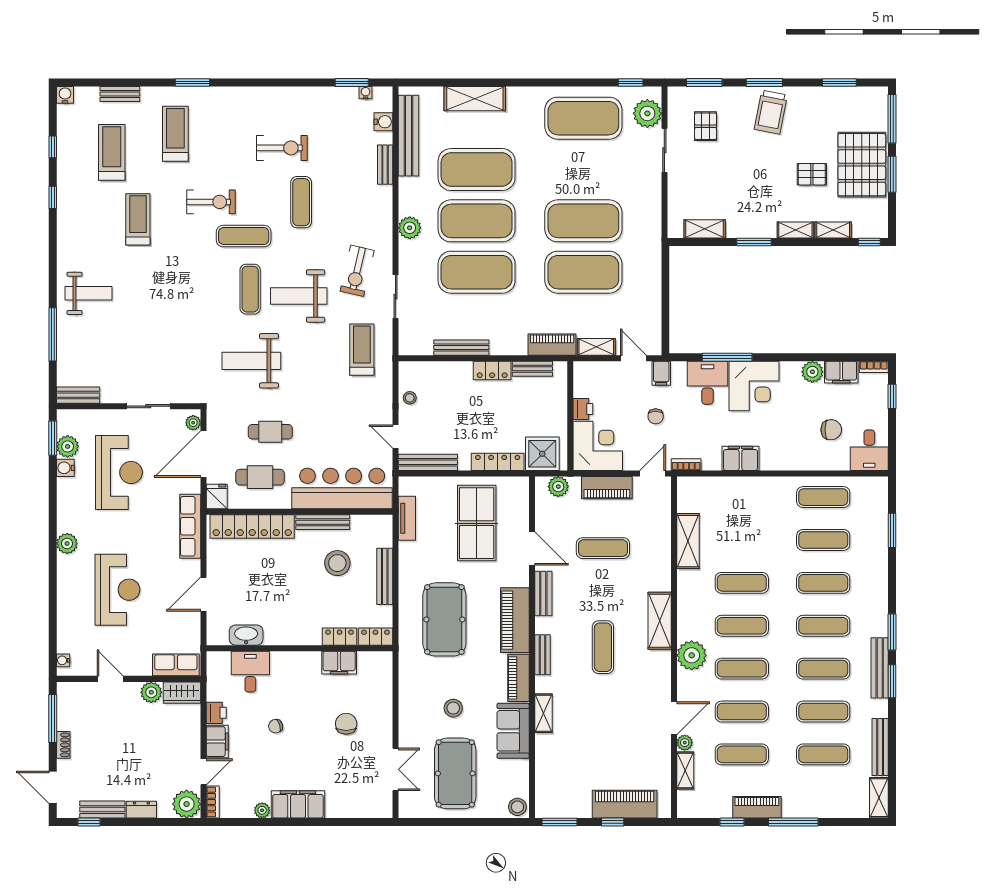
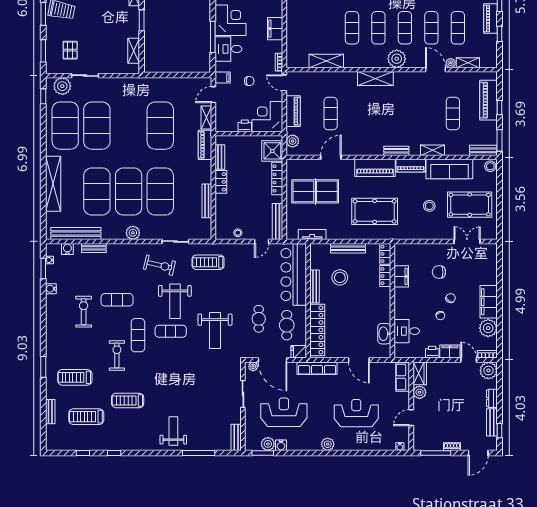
water cooler: (65, 95) -> (51, 289), moved
shelving: (475, 99) -> (53, 184), width x1.47
pallet: (706, 126) -> (70, 50), turned 90
exercise mat: (583, 221) -> (97, 126), moved
bench: (543, 594) -> (483, 150), moved
exercise mat: (603, 647) -> (453, 114), moved, turned 90
sofa: (513, 731) -> (449, 169), width x1.36
chair: (304, 742) -> (451, 298), added
plant: (262, 810) -> (488, 328), width x1.88, depth x1.88

